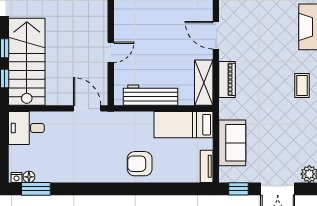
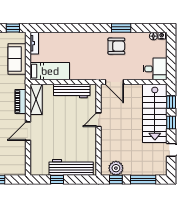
door: (216, 35) -> (28, 131), swing flipped
armchair: (140, 164) -> (116, 46), moved
window: (36, 189) -> (121, 28), moved

